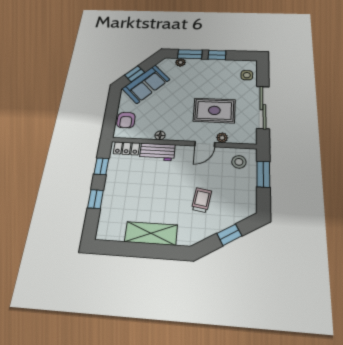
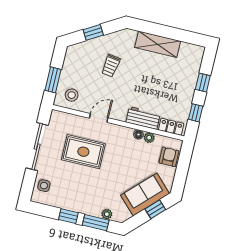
plant: (222, 138) -> (149, 138), moved

